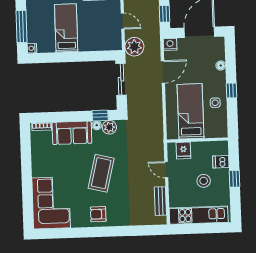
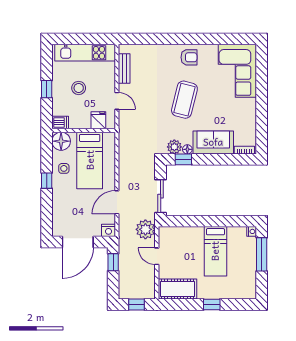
floor lamp: (221, 65) -> (61, 141), moved, width x1.89, depth x1.89
dishwasher: (221, 162) -> (60, 122), moved

